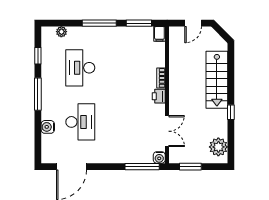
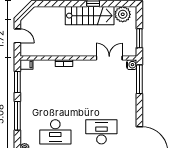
stairs: (217, 80) -> (90, 16), moved
printer: (159, 96) -> (80, 65), removed

